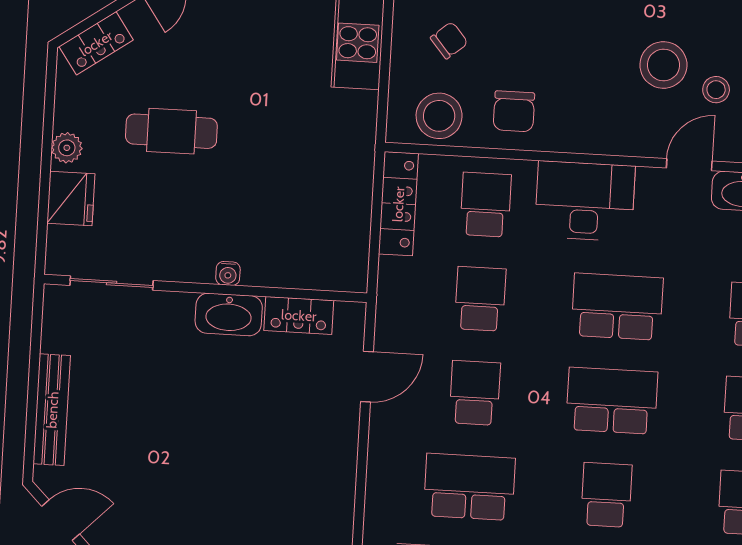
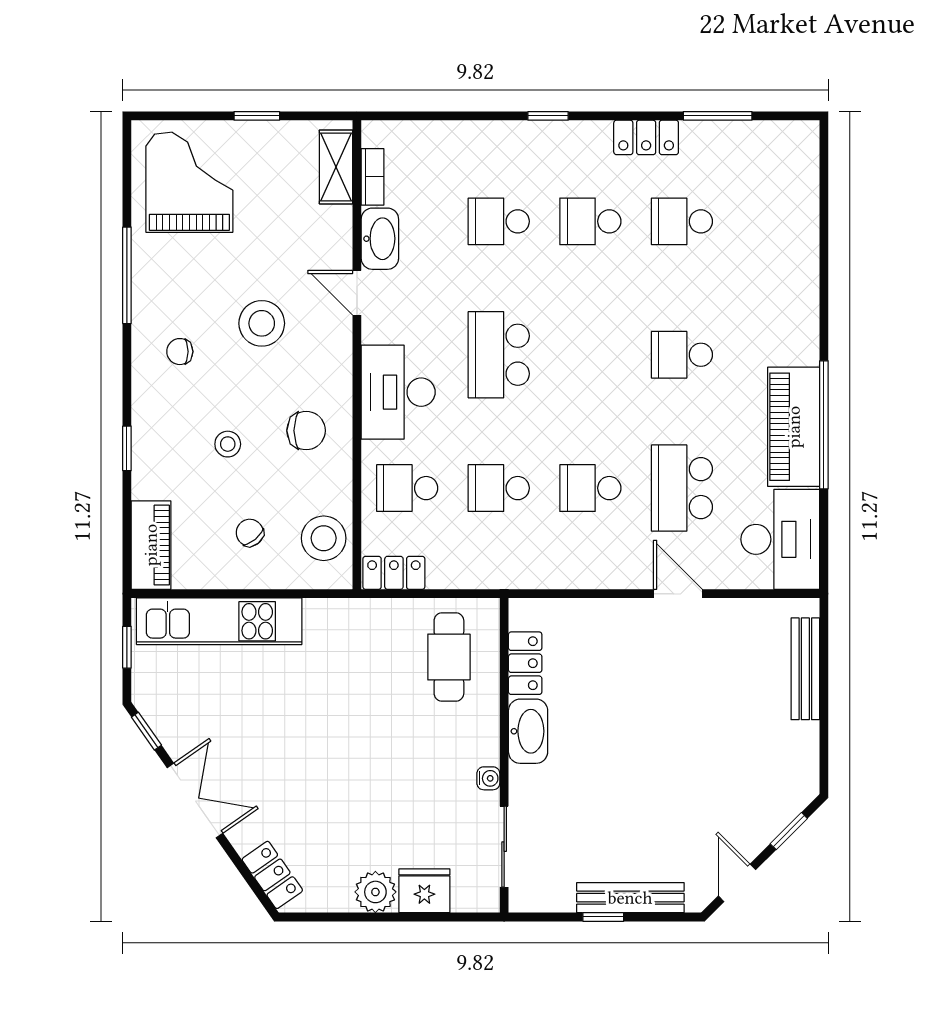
stool: (716, 90) -> (228, 444), moved
chair: (514, 111) -> (306, 431), moved
cafe table: (171, 131) -> (449, 657), moved
plant: (67, 148) -> (375, 892), width x1.38, depth x1.38
locker: (398, 204) -> (394, 573), width x0.66
water cooler: (228, 273) -> (488, 778), moved
door: (367, 377) -> (678, 594), moved
window: (33, 381) -> (603, 917), added
school desk: (612, 401) -> (590, 355), removed

